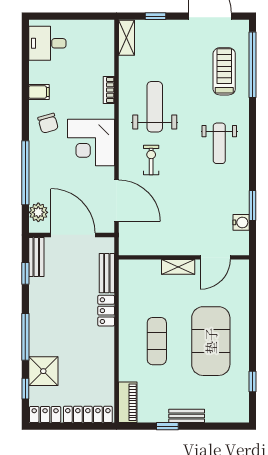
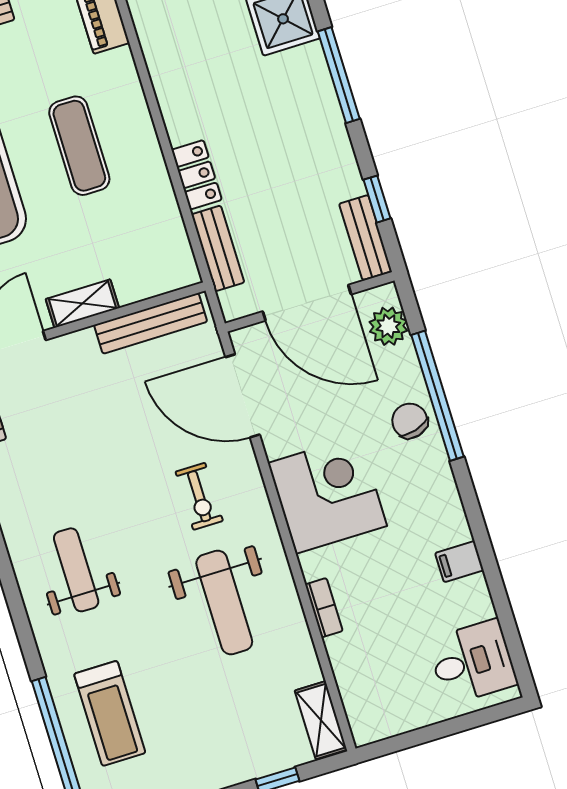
chair: (48, 123) -> (410, 421), moved
bench: (149, 248) -> (151, 323), added

